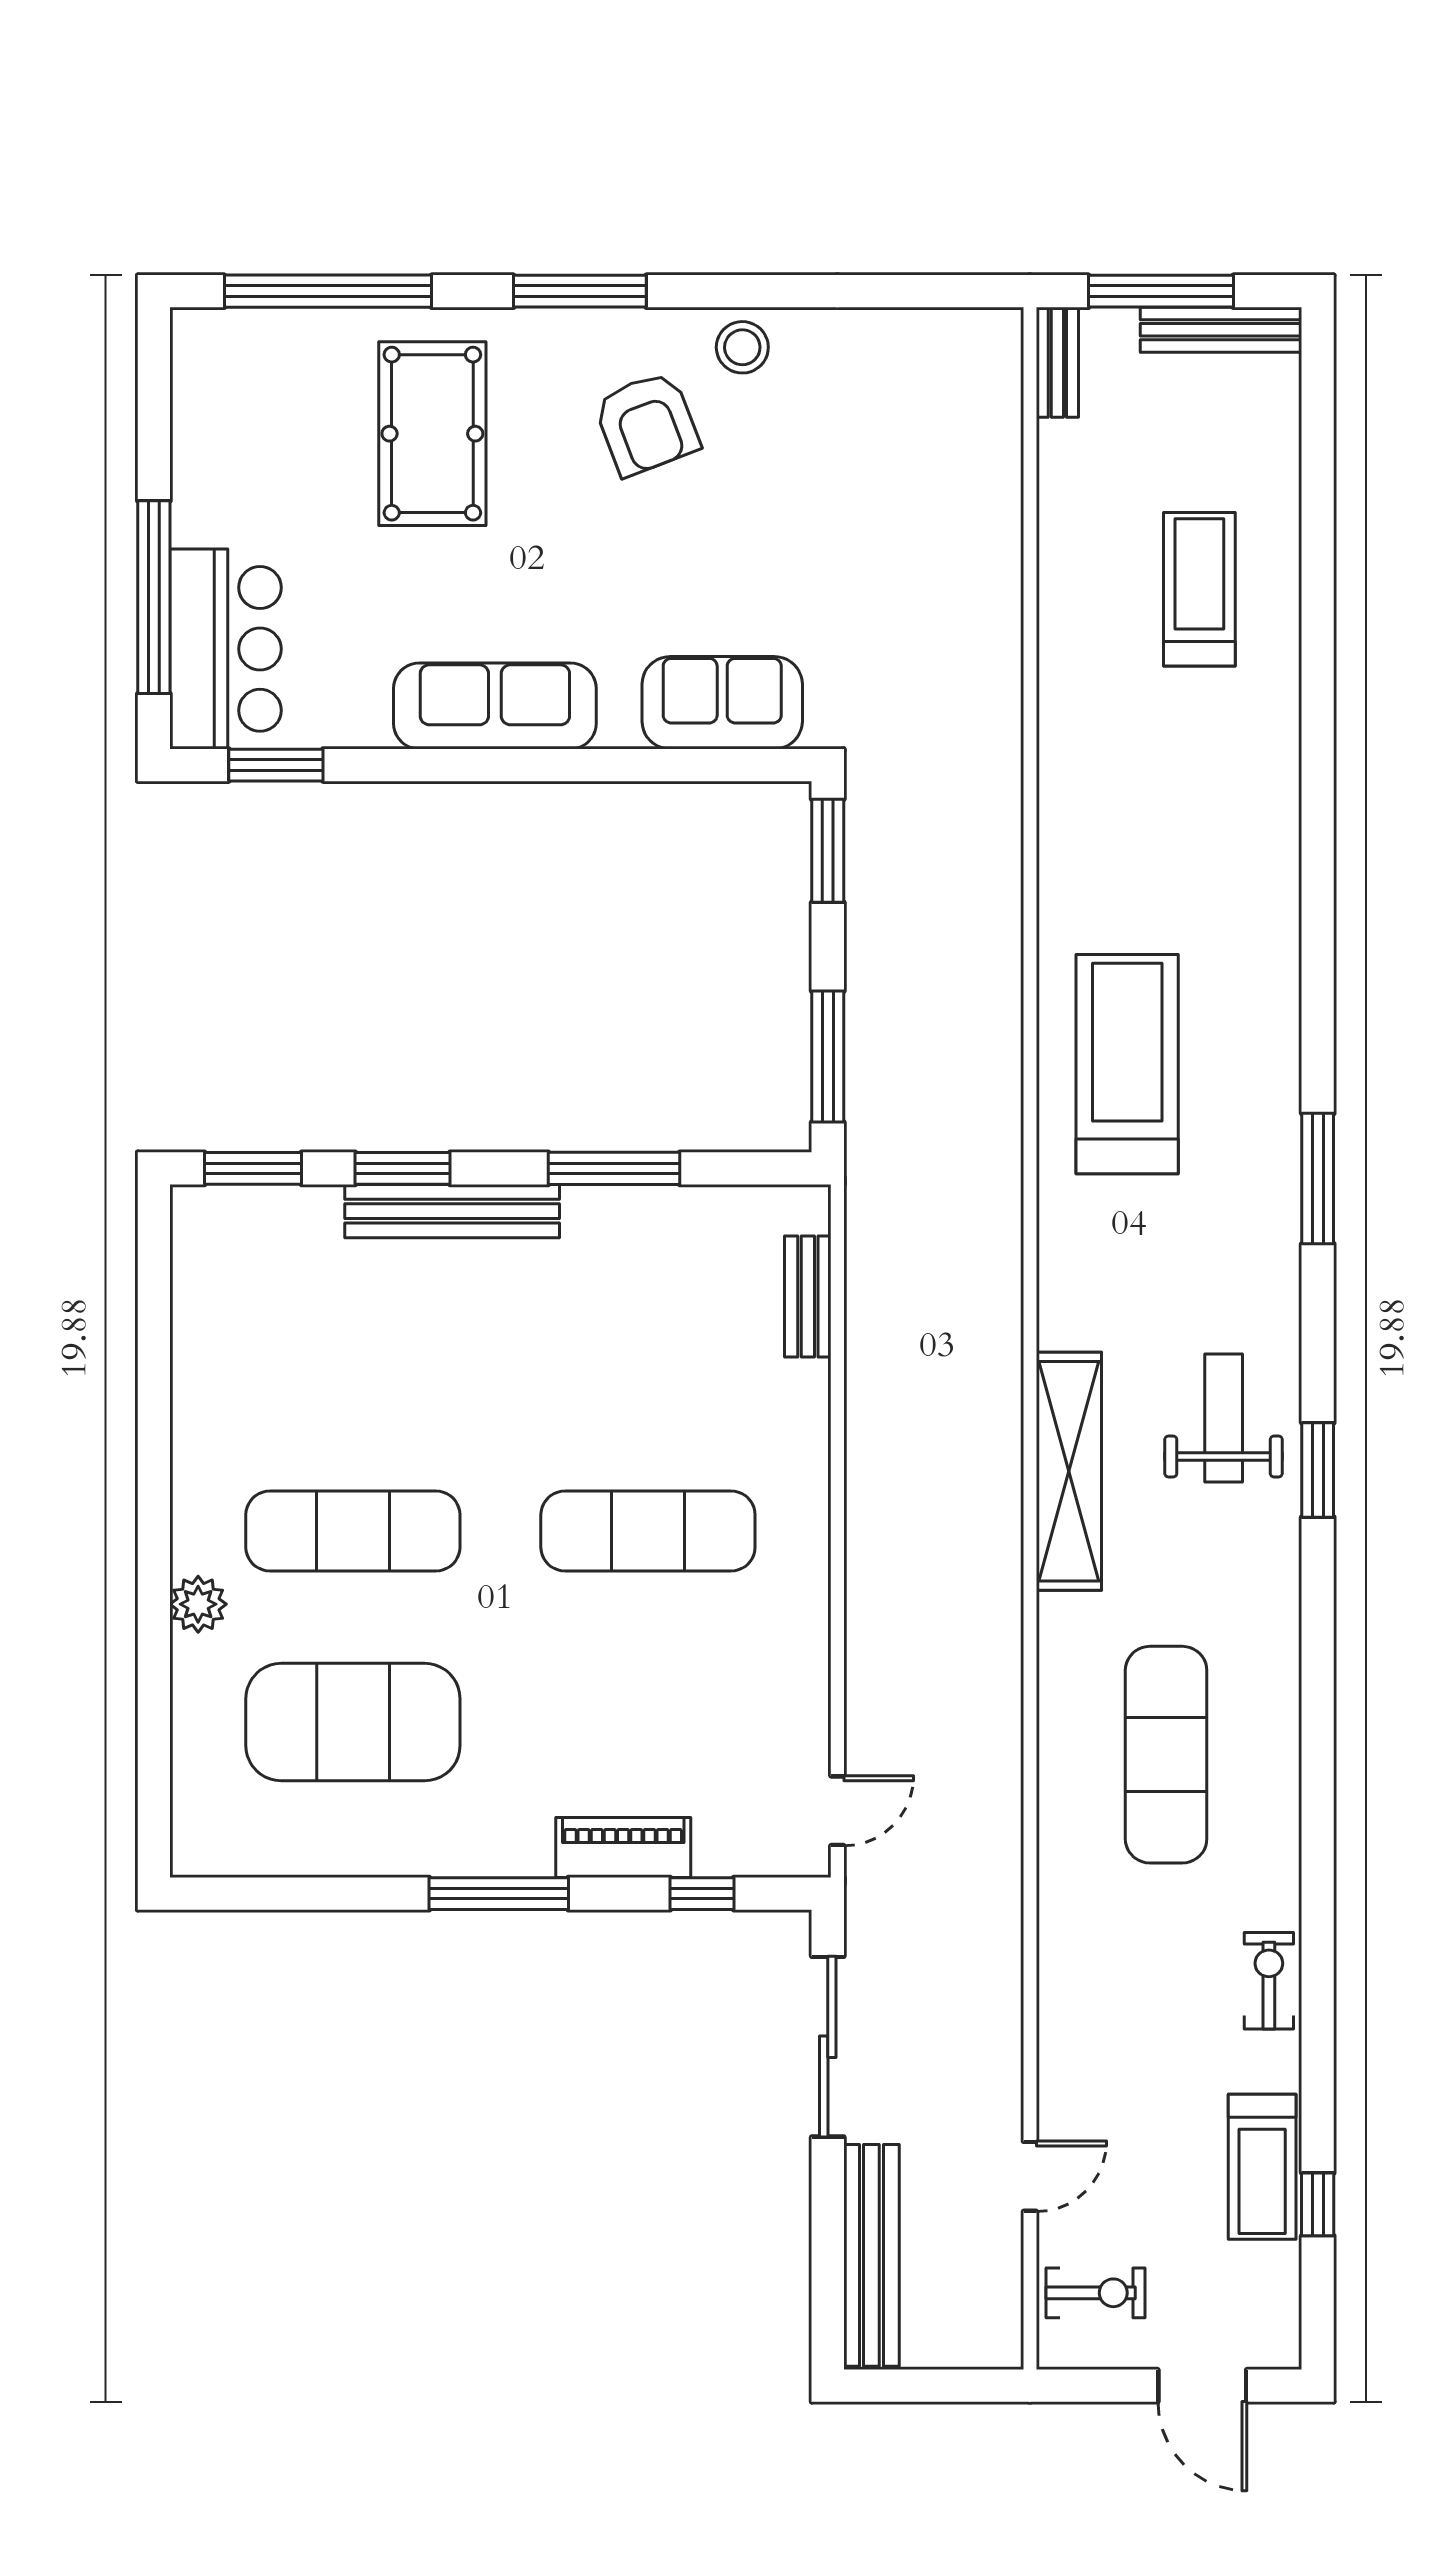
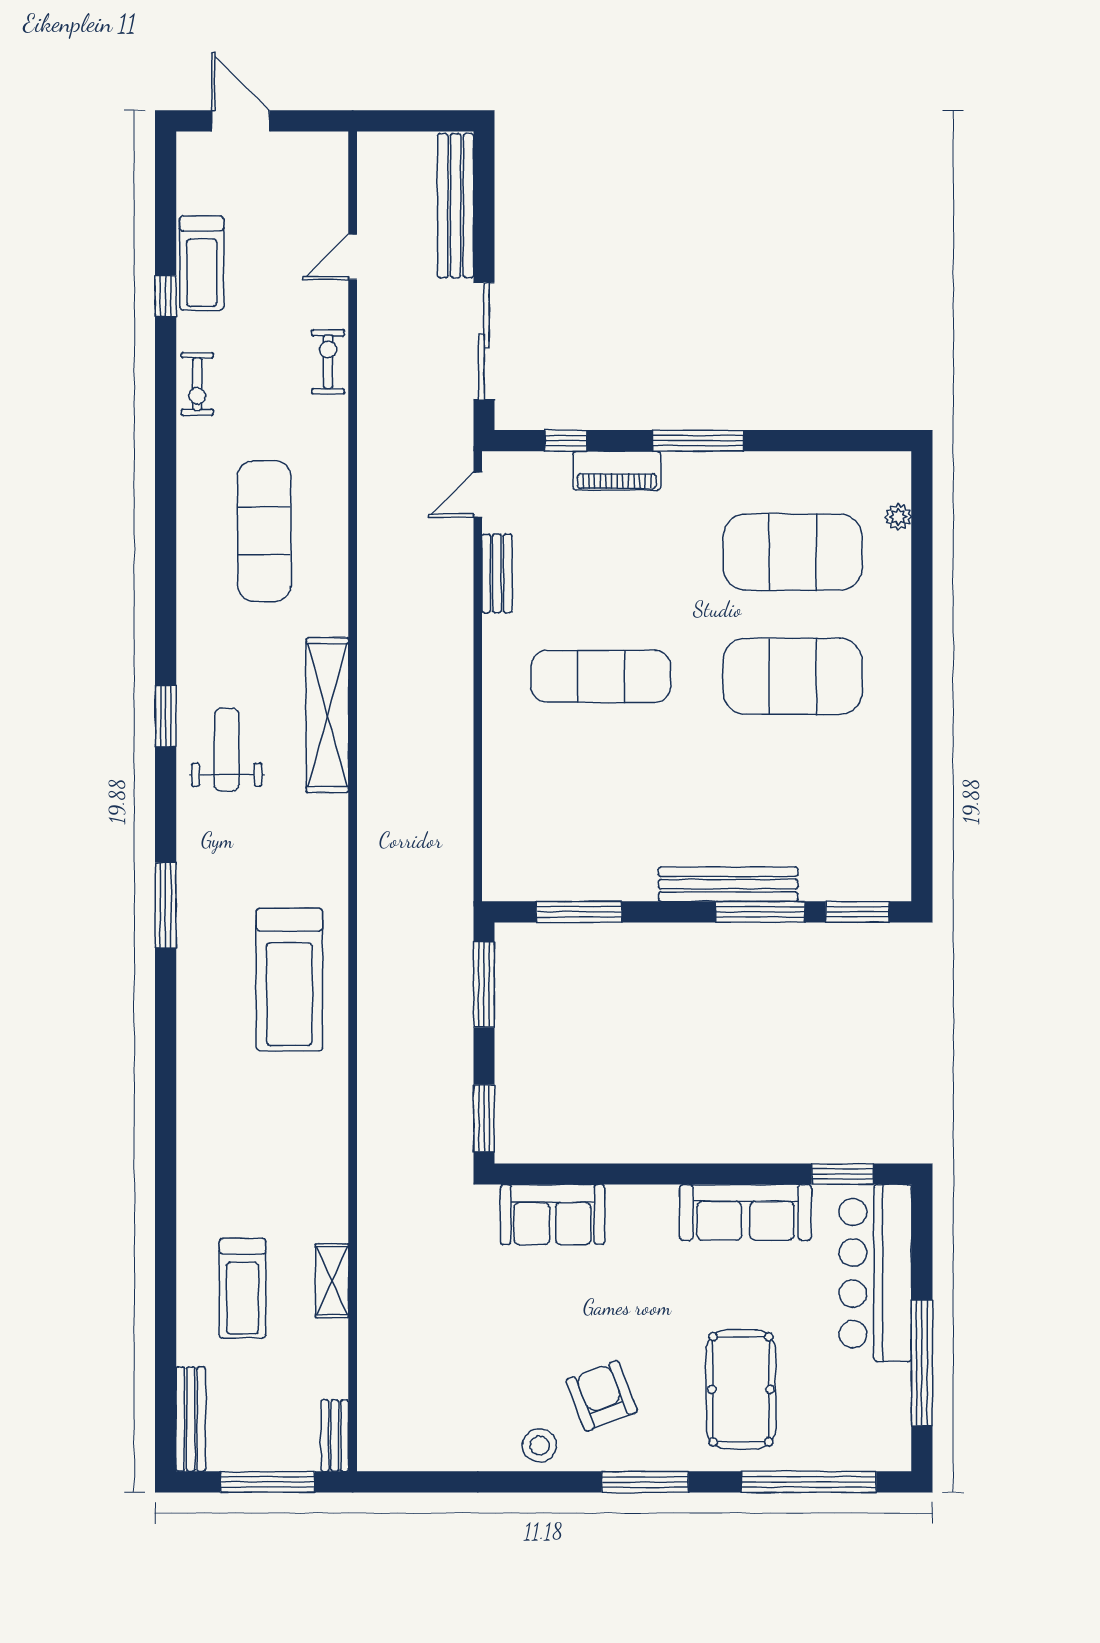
bench: (1221, 330) -> (191, 1419), moved, turned 90
window: (154, 597) -> (922, 1363), moved
shelving: (1062, 601) -> (332, 1281), added
bar counter: (225, 649) -> (875, 1273), width x1.36
sofa: (495, 706) -> (745, 1212), moved
window: (403, 1168) -> (760, 912), width x1.44
window: (614, 1168) -> (579, 912), moved
bench: (808, 1297) -> (497, 573), moved
weight bench: (1224, 1418) -> (227, 750), turned 180
exercise mat: (353, 1531) -> (793, 676), width x1.47
plant: (198, 1604) -> (898, 517), moved, width x0.73, depth x0.73
treadmill: (1262, 2167) -> (202, 263), turned 180
window: (1318, 2204) -> (166, 296), moved
exercise bike: (1095, 2293) -> (328, 362), moved, turned 90

